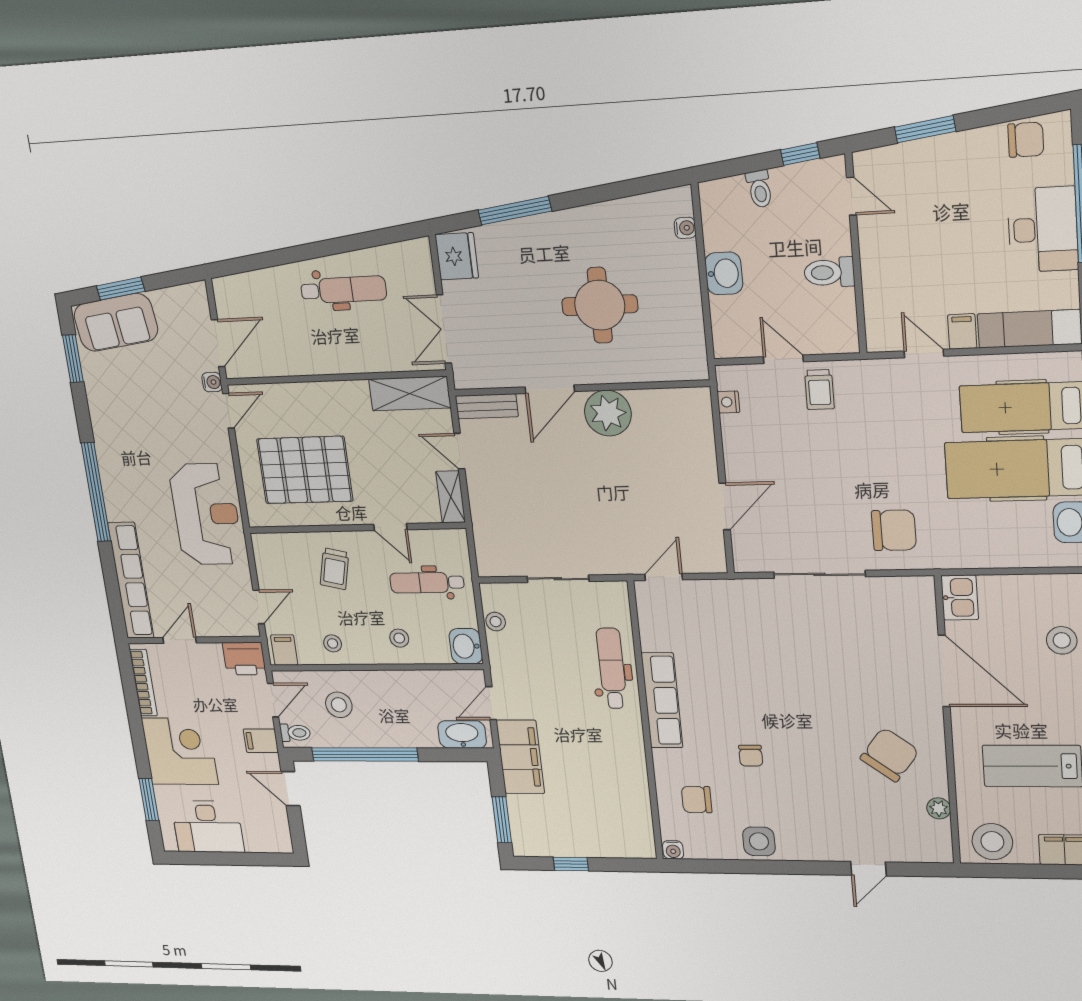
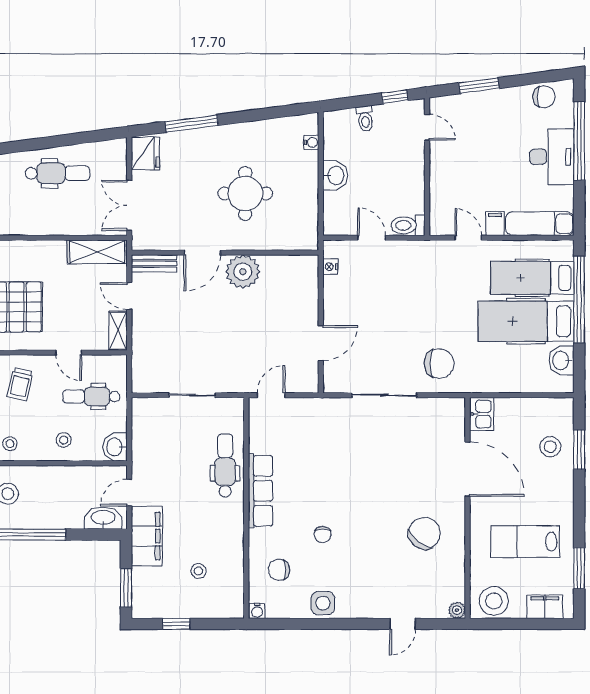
toilet: (829, 272) -> (408, 225), moved
trolley: (819, 390) -> (395, 260), removed
stool: (496, 622) -> (198, 571), moved
plant: (939, 808) -> (457, 610), moved

